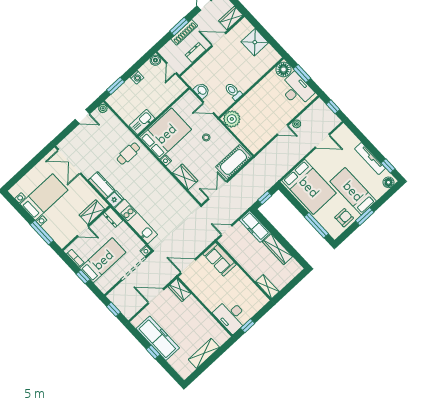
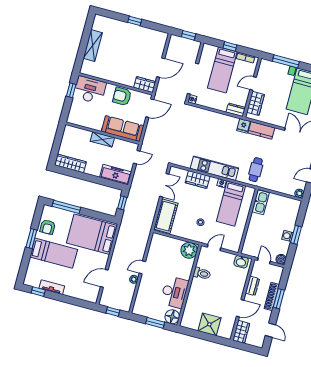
window: (115, 86) -> (296, 235), moved
washbasin: (202, 90) -> (241, 262), moved
desk: (296, 90) -> (174, 292), moved, turned -90
bed: (166, 134) -> (231, 204), width x0.67
tv unit: (370, 159) -> (52, 287), width x0.71
floor lamp: (389, 182) -> (29, 278), removed
kitchen unit: (136, 221) -> (214, 168), moved, turned 180
wardrobe: (277, 249) -> (70, 163), moved
sofa: (220, 259) -> (123, 129), width x1.36
shelving: (267, 287) -> (102, 139), moved
armchair: (206, 292) -> (122, 96), added
freezer: (158, 338) -> (138, 34), removed

